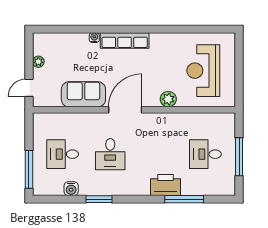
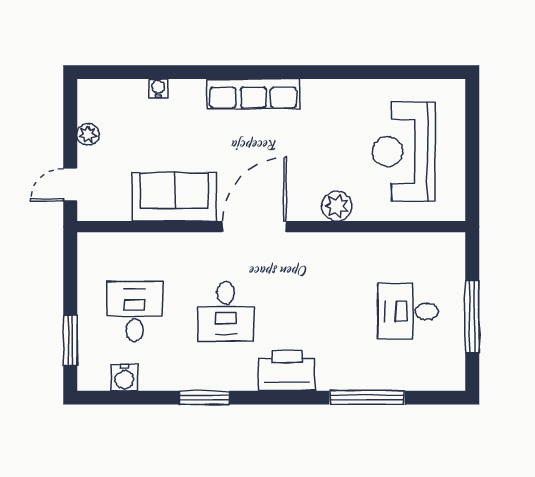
water cooler: (94, 38) -> (158, 88), moved
desk: (63, 154) -> (135, 311), turned 90
window: (29, 169) -> (70, 341), width x0.69
printer: (166, 185) -> (287, 370), moved
water cooler: (71, 189) -> (124, 377), moved

